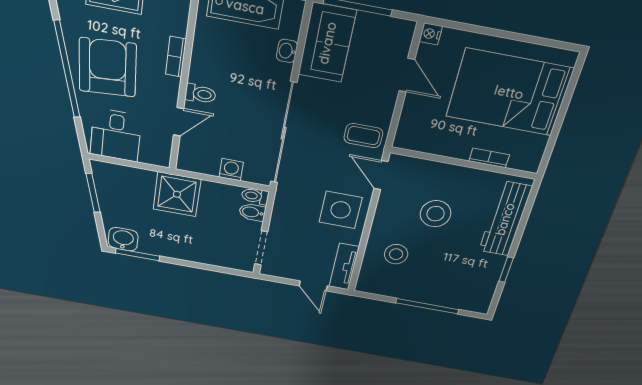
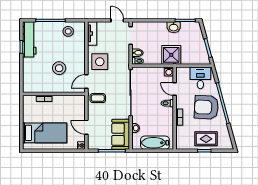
armchair: (108, 67) -> (206, 107), turned 97
bed: (509, 92) -> (45, 133), width x0.67
door: (179, 122) -> (175, 89), hinge flipped
washing machine: (231, 170) -> (169, 71), moved
door: (381, 175) -> (86, 82), swing flipped
workbench: (505, 219) -> (29, 39), moved
washbasin: (123, 239) -> (174, 27), moved
stool: (396, 254) -> (68, 31), moved
door: (313, 286) -> (117, 20), moved

